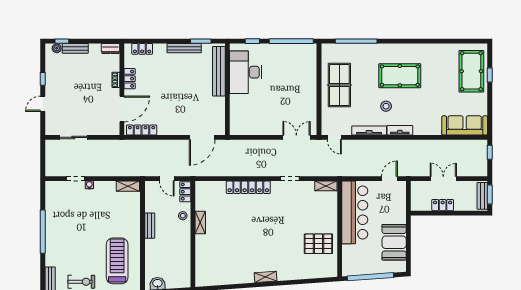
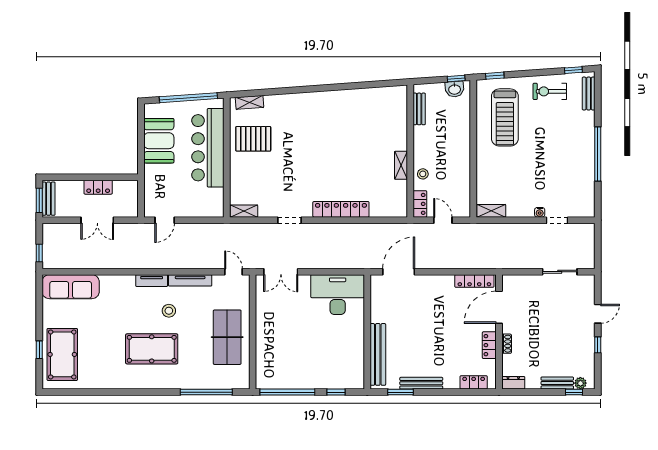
desk: (246, 72) -> (338, 295), moved, turned -90
bar counter: (355, 212) -> (208, 148), moved
bench: (150, 226) -> (419, 109), moved
shelving: (266, 277) -> (249, 102), moved

